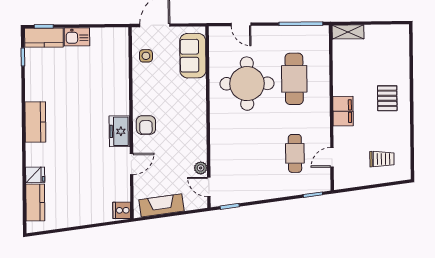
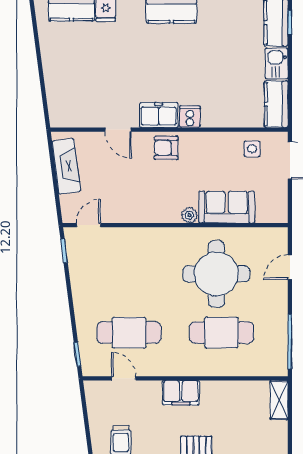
kitchen counter: (110, 37) -> (276, 104), added
sofa: (193, 56) -> (227, 207), moved
cafe table: (295, 153) -> (129, 333), width x1.37, depth x1.35
plant: (201, 168) -> (189, 215), moved
cooker: (122, 210) -> (190, 117), moved

